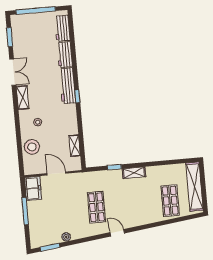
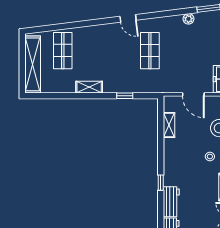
workbench: (67, 86) -> (171, 202), width x0.73
shelving: (134, 173) -> (89, 87), moved

